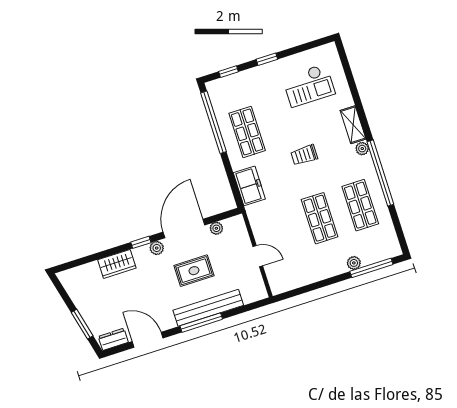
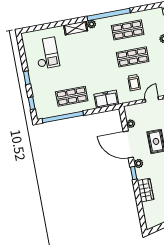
trolley: (304, 155) -> (134, 83), moved

